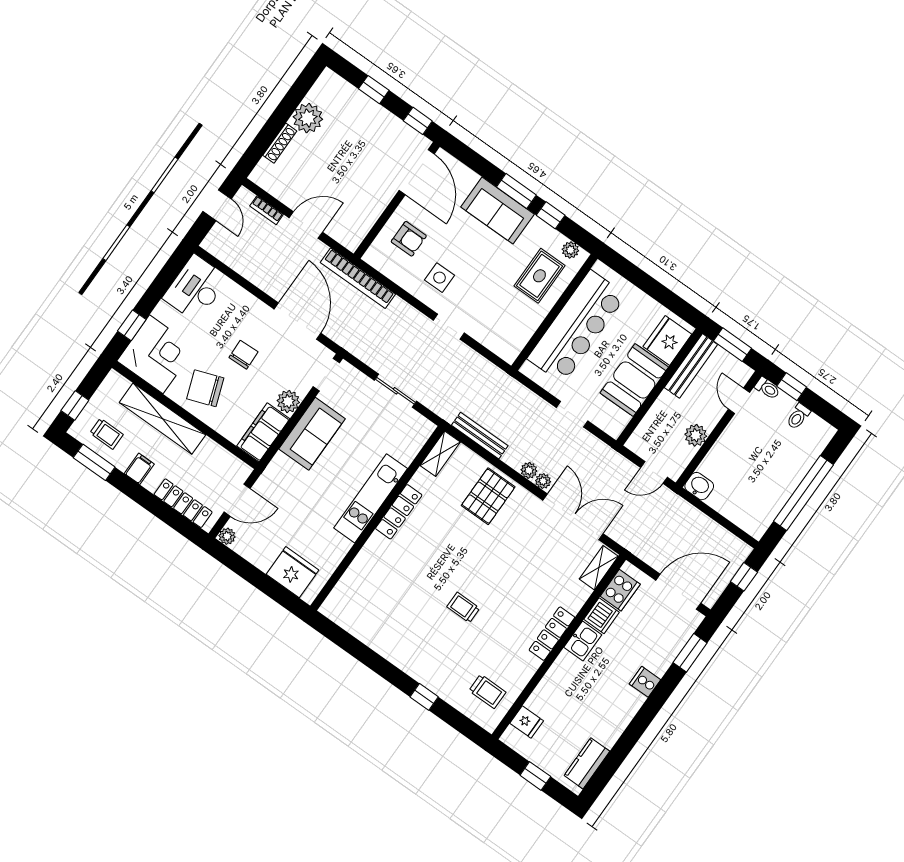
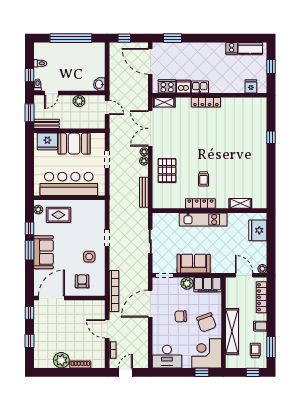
bench: (691, 366) -> (46, 124), width x0.73
shelving: (440, 454) -> (240, 203), moved
pallet: (488, 496) -> (167, 170), turned 90
trolley: (463, 607) -> (203, 179), moved
cooker: (645, 682) -> (232, 48), moved
trolley: (487, 691) -> (250, 112), removed

